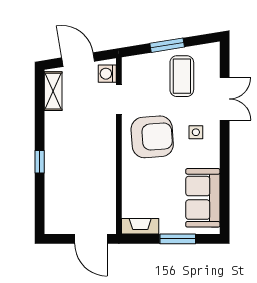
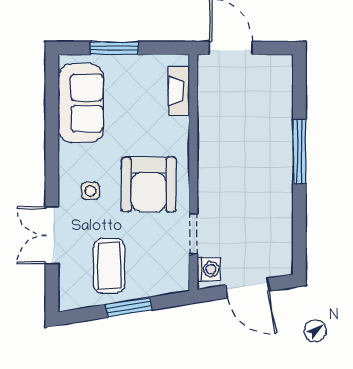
shelving: (53, 91) -> (281, 246), removed
armchair: (152, 137) -> (149, 185), turned -86
window: (40, 162) -> (299, 151), width x2.17
fireplace: (140, 226) -> (179, 91), moved, turned 90

